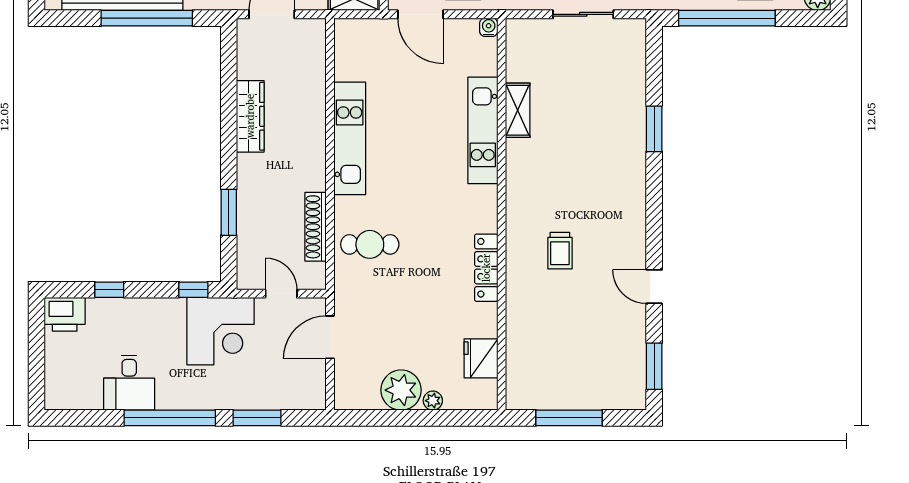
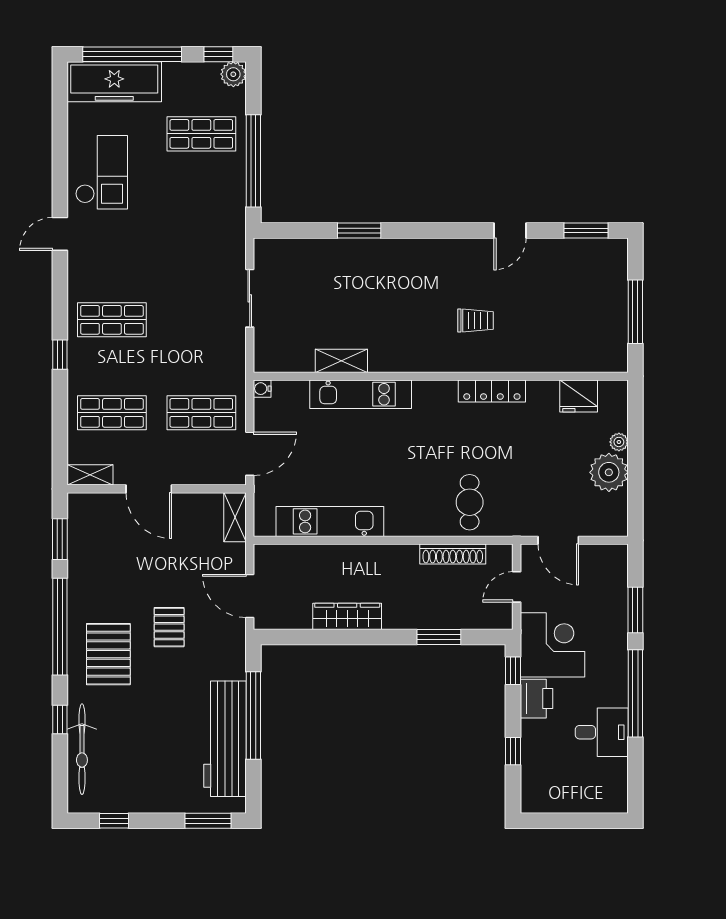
kitchen unit: (350, 138) -> (330, 521), moved
printer: (65, 314) -> (536, 699), moved

